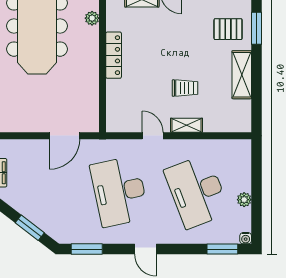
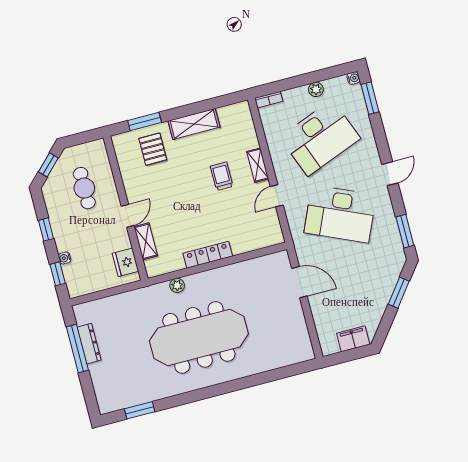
bookcase: (246, 152) -> (269, 100), added
desk: (119, 192) -> (340, 214), turned 36

